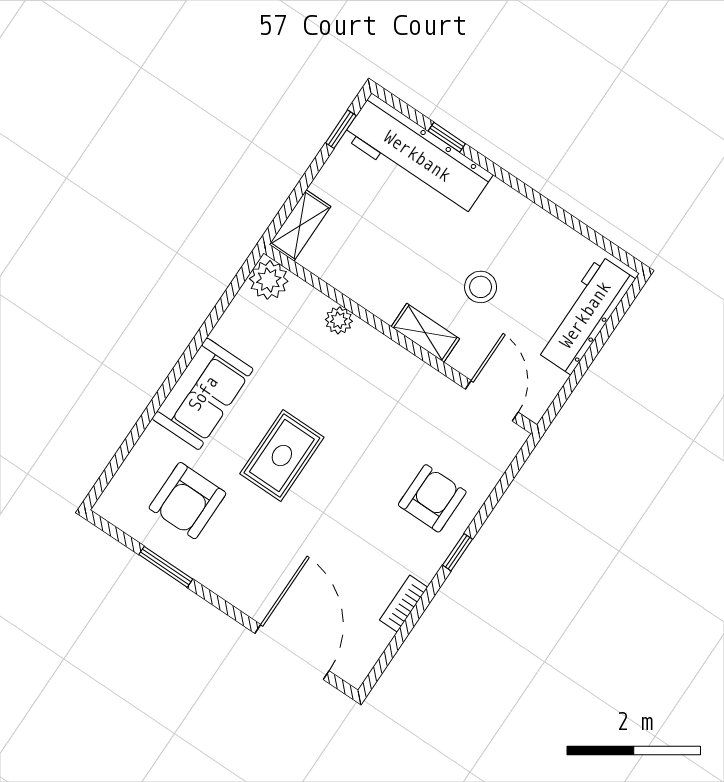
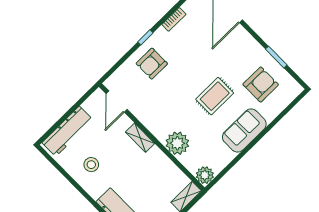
stool: (481, 287) -> (91, 165), moved
plant: (339, 320) -> (177, 143), width x1.88, depth x1.88

